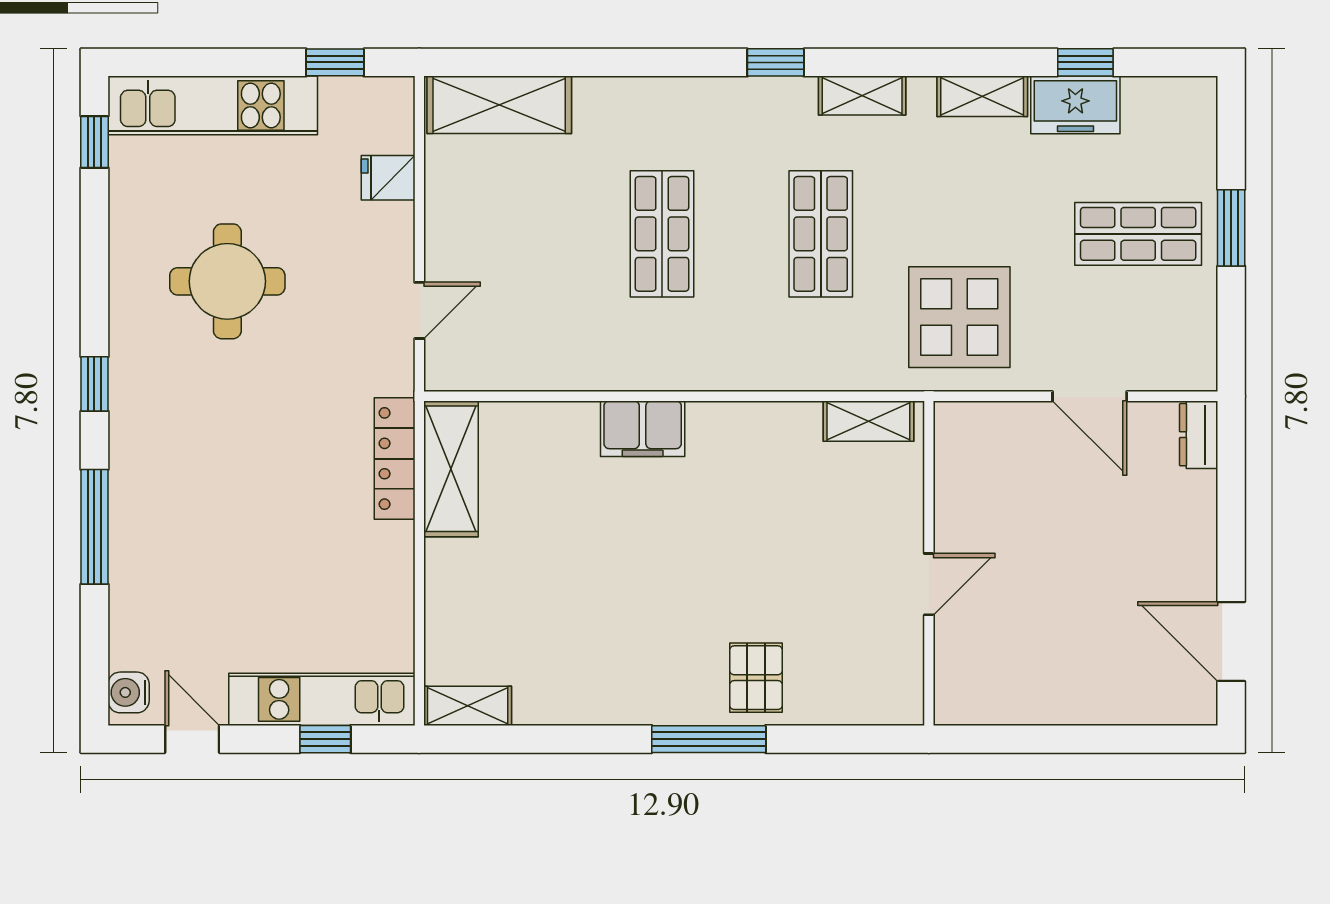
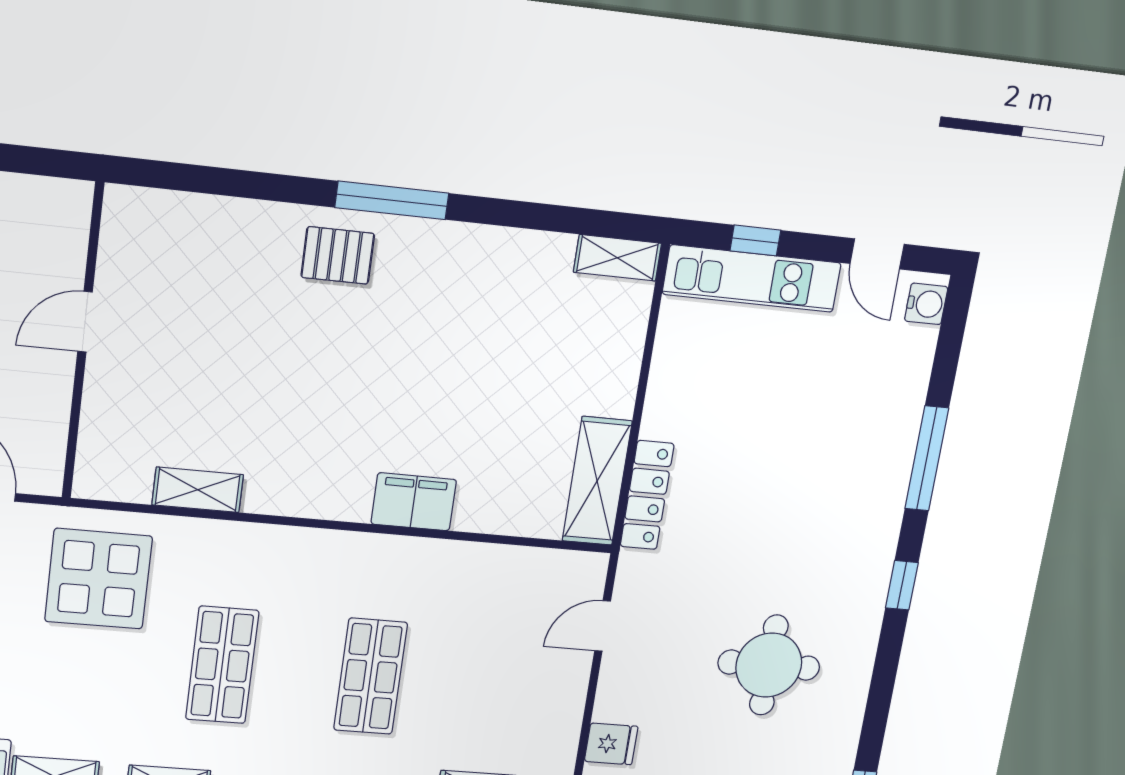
wall: (929, 563) -> (83, 342), moved
door: (929, 584) -> (85, 322), moved
pallet: (756, 678) -> (338, 255), turned 90

